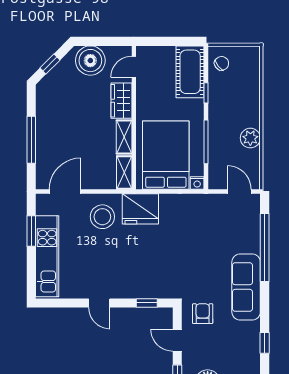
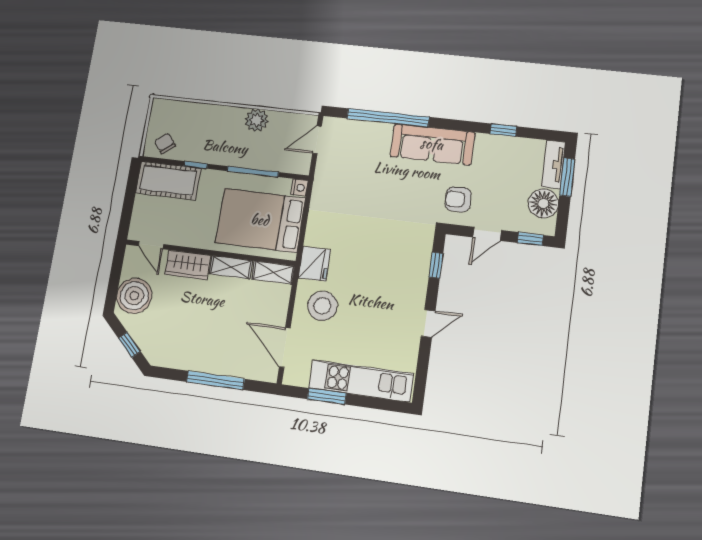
fridge: (140, 209) -> (314, 264), width x0.73, depth x0.75

